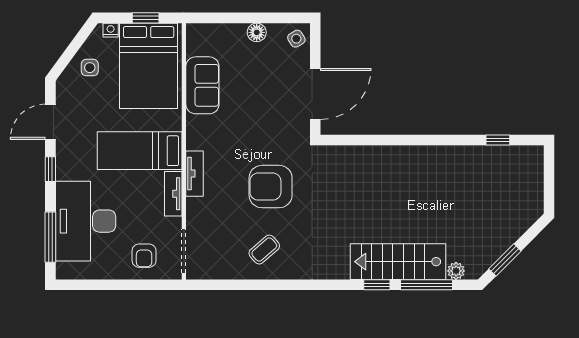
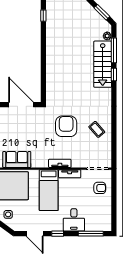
armchair: (271, 187) -> (66, 126), turned 180
desk: (86, 221) -> (74, 220), width x0.53, depth x0.77

